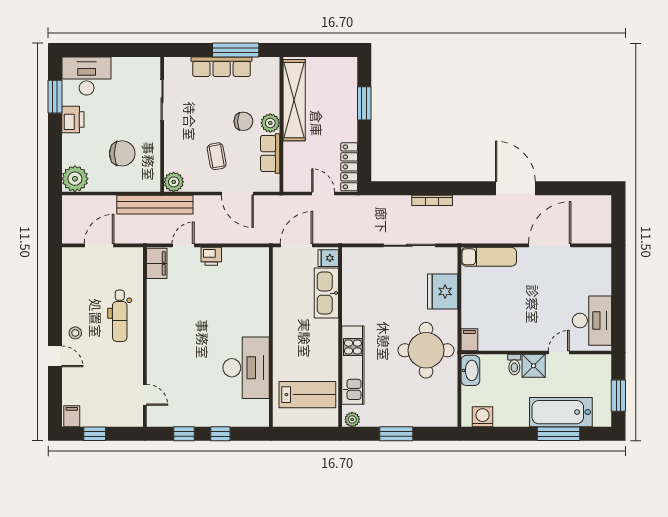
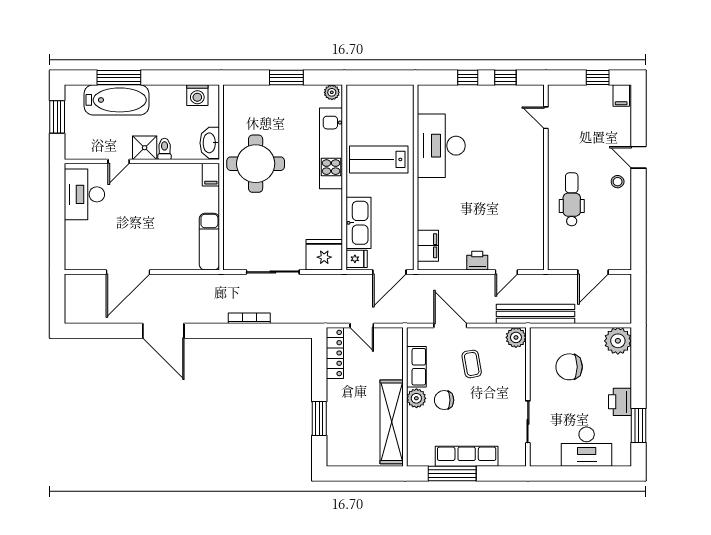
desk: (87, 76) -> (587, 447), moved
exam couch: (489, 257) -> (209, 242), moved, turned -90
filing cabinet: (157, 263) -> (428, 246), moved, turned 180
fridge: (443, 292) -> (324, 255), moved, turned -90
lab bench: (307, 395) -> (379, 159), moved

